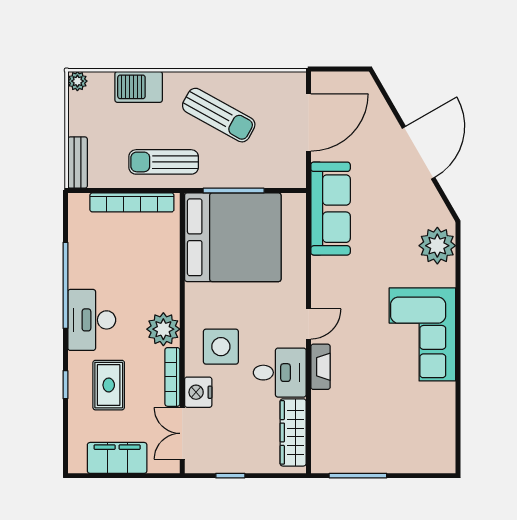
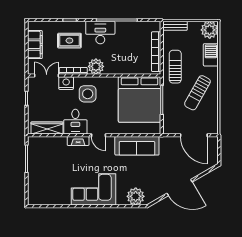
plant: (77, 81) -> (210, 30), width x1.88, depth x1.88
sofa: (331, 209) -> (137, 146), moved

